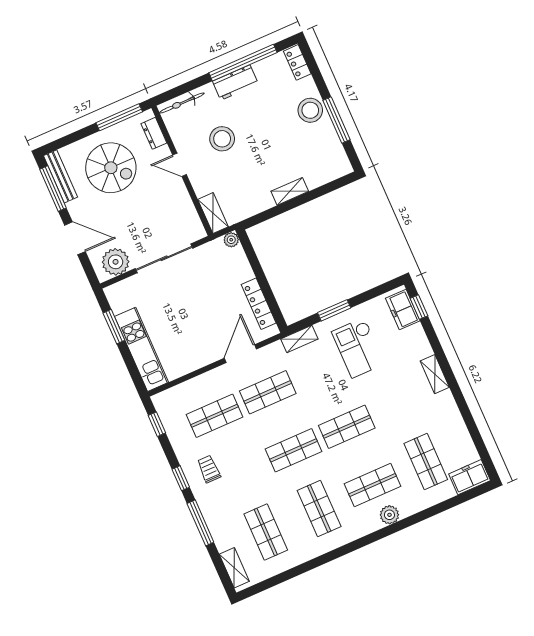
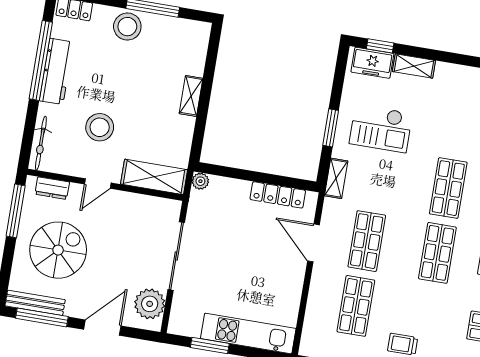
workbench: (235, 83) -> (56, 71), width x1.38
shelving: (213, 213) -> (154, 177), width x1.50, depth x1.33
shelving: (435, 374) -> (414, 66), moved

